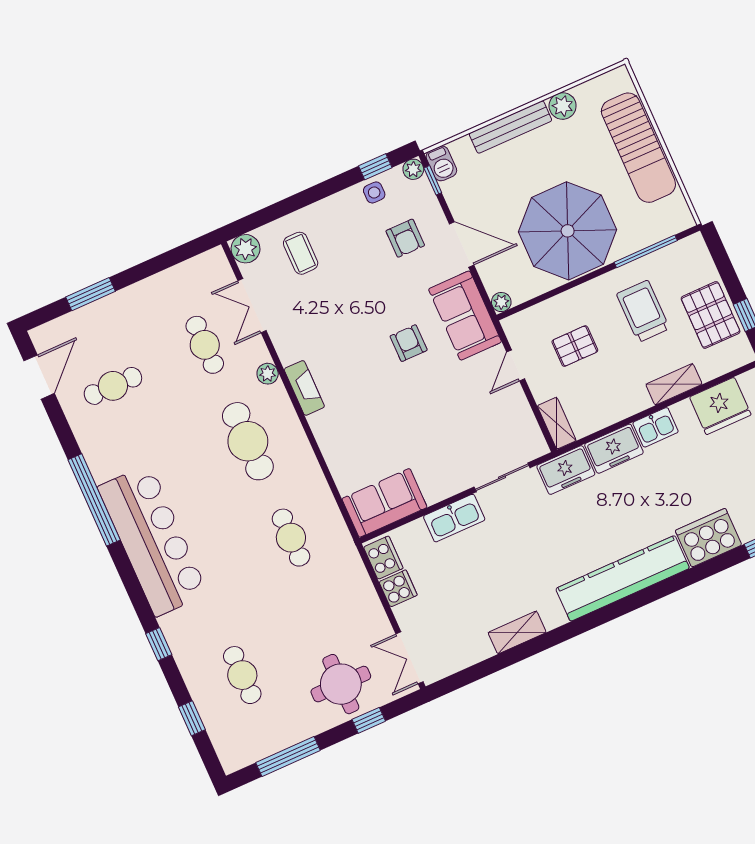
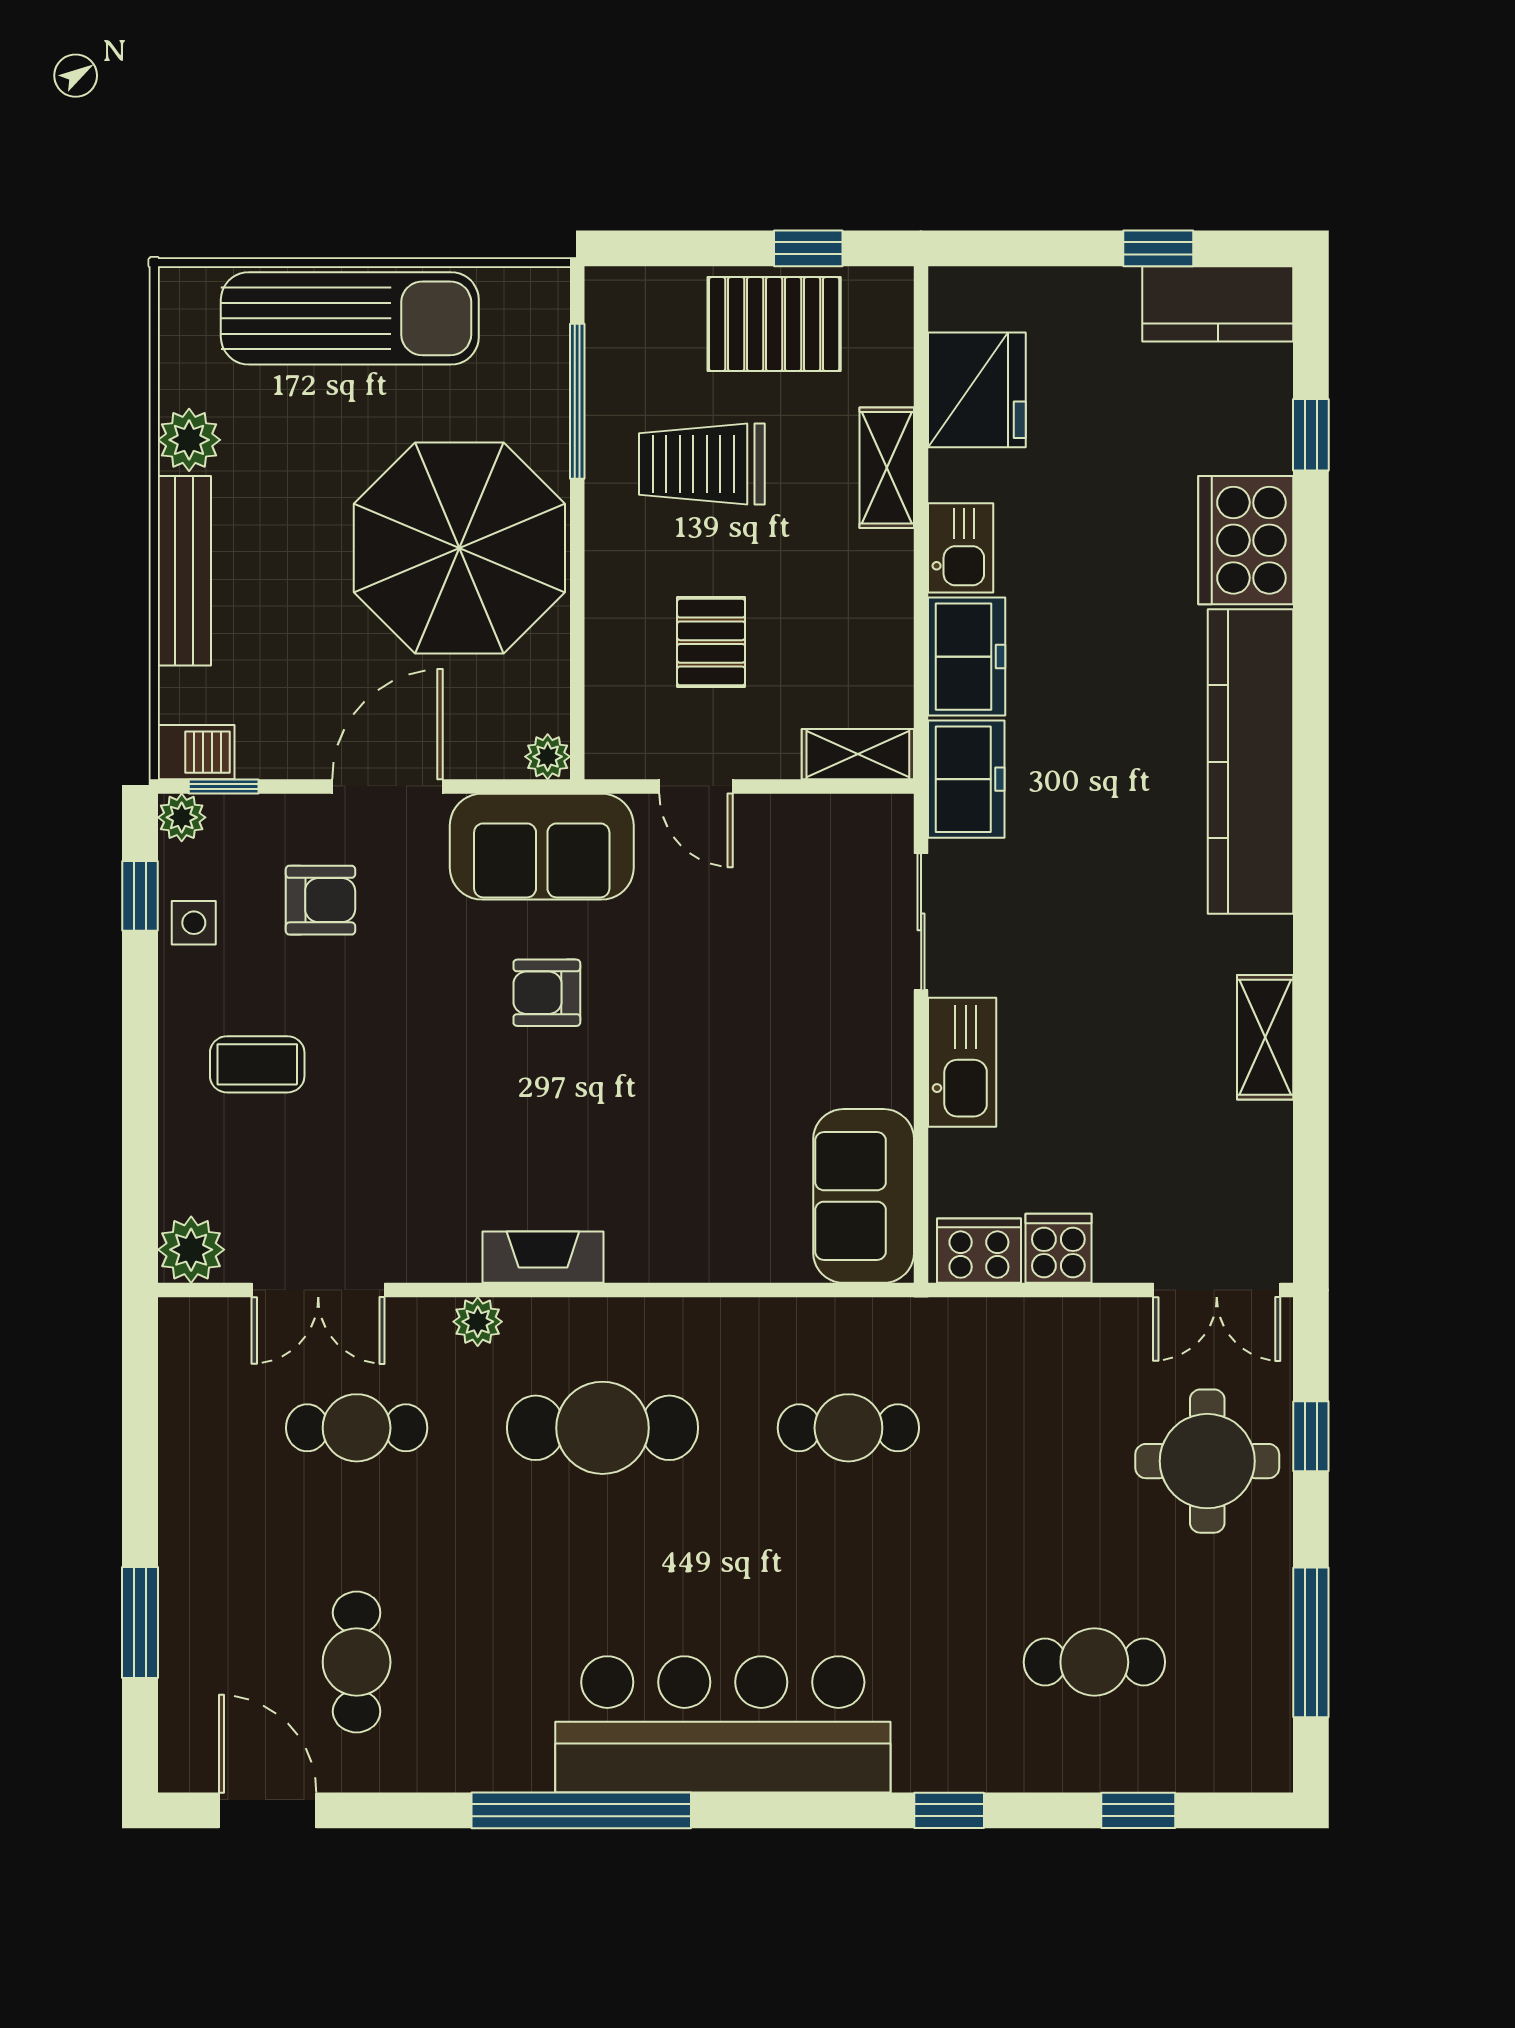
coffee table: (301, 253) -> (257, 1064), moved

